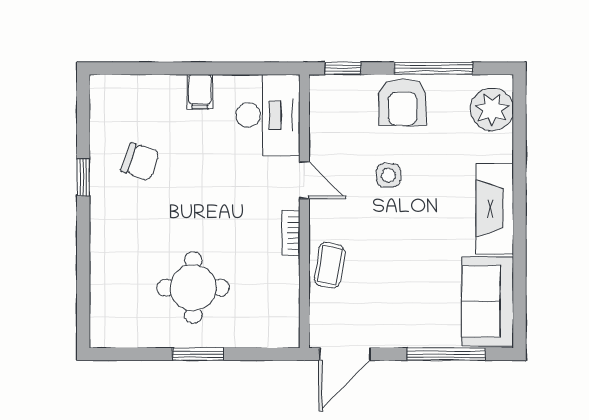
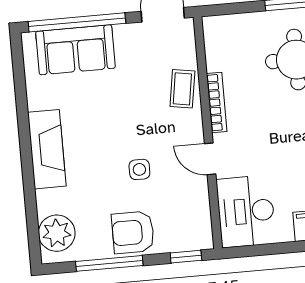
armchair: (403, 102) -> (133, 232), turned -90
bookcase: (291, 233) -> (217, 102), width x1.56
sofa: (488, 301) -> (75, 50), moved, turned 90
window: (446, 354) -> (77, 22), width x1.46

